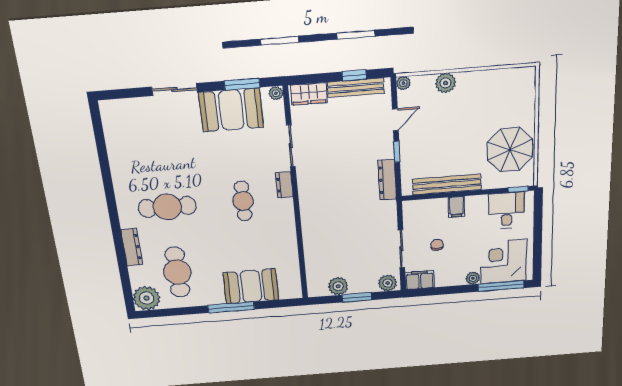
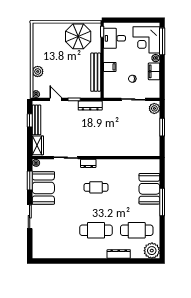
cafe table: (167, 207) -> (96, 230), turned 90
filing cabinet: (420, 280) -> (154, 71), moved
plant: (338, 286) -> (154, 138), removed

